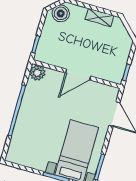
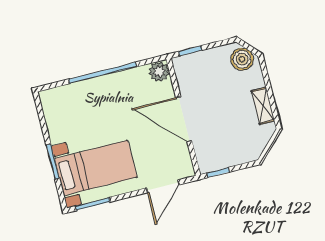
door: (78, 75) -> (184, 119), width x1.36

